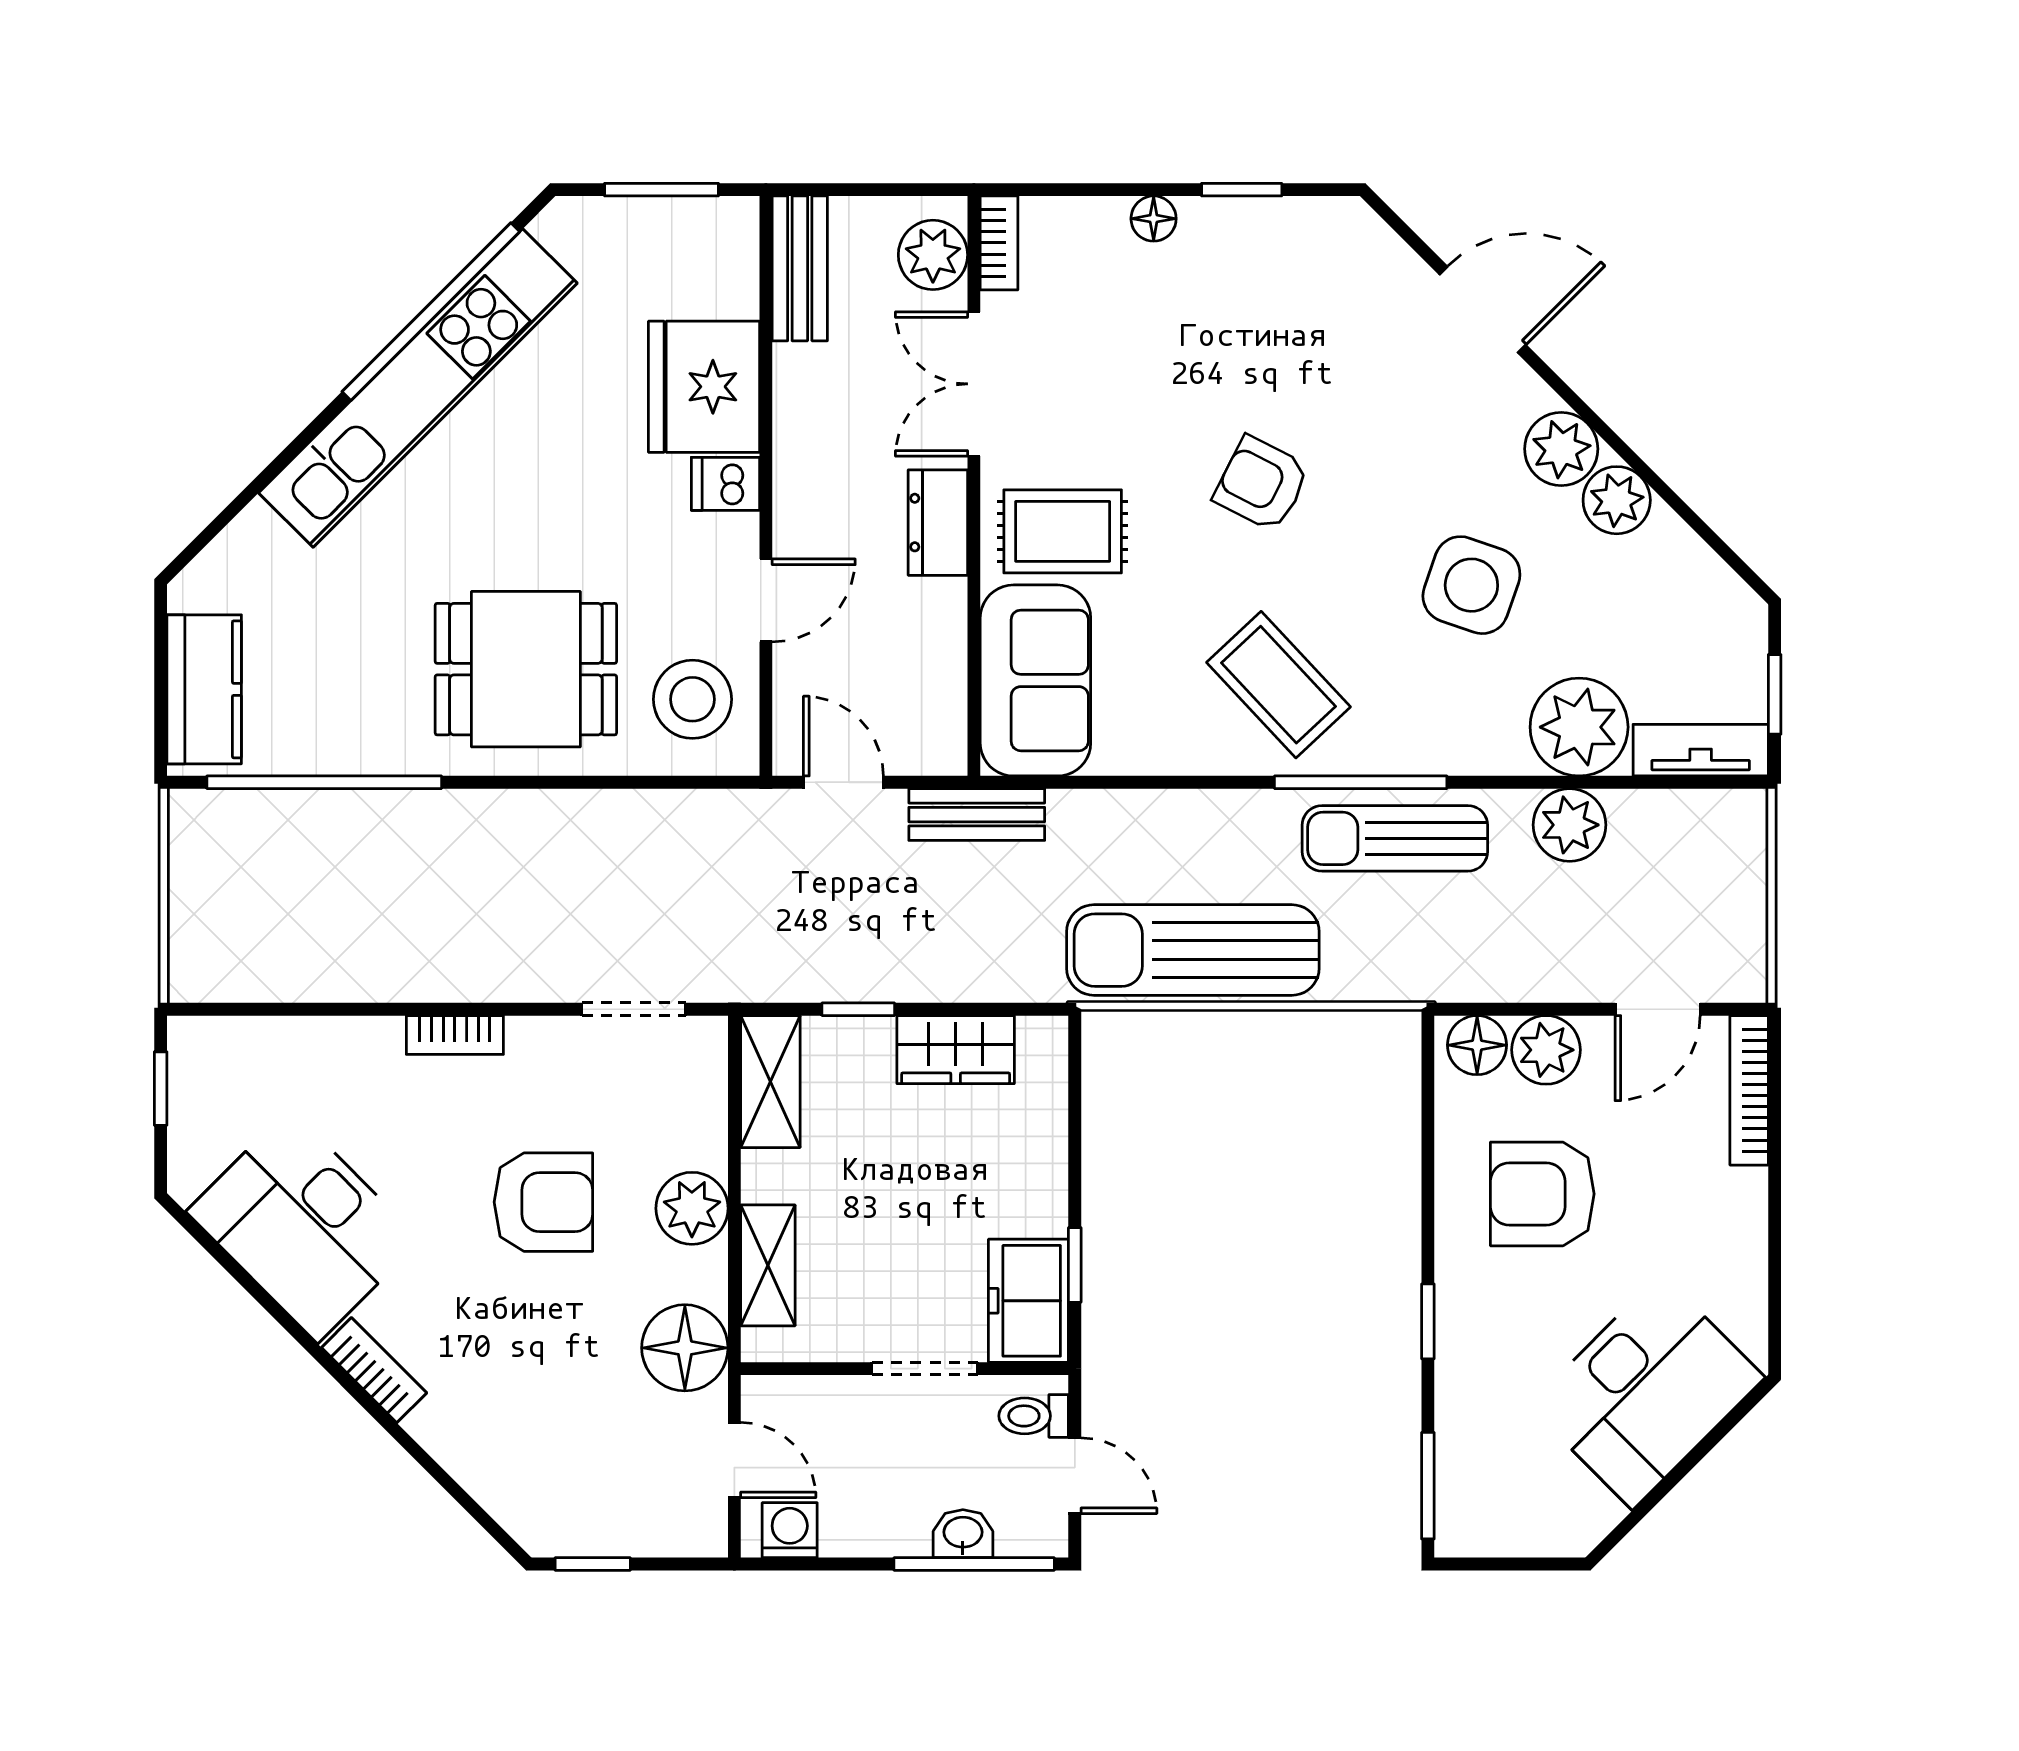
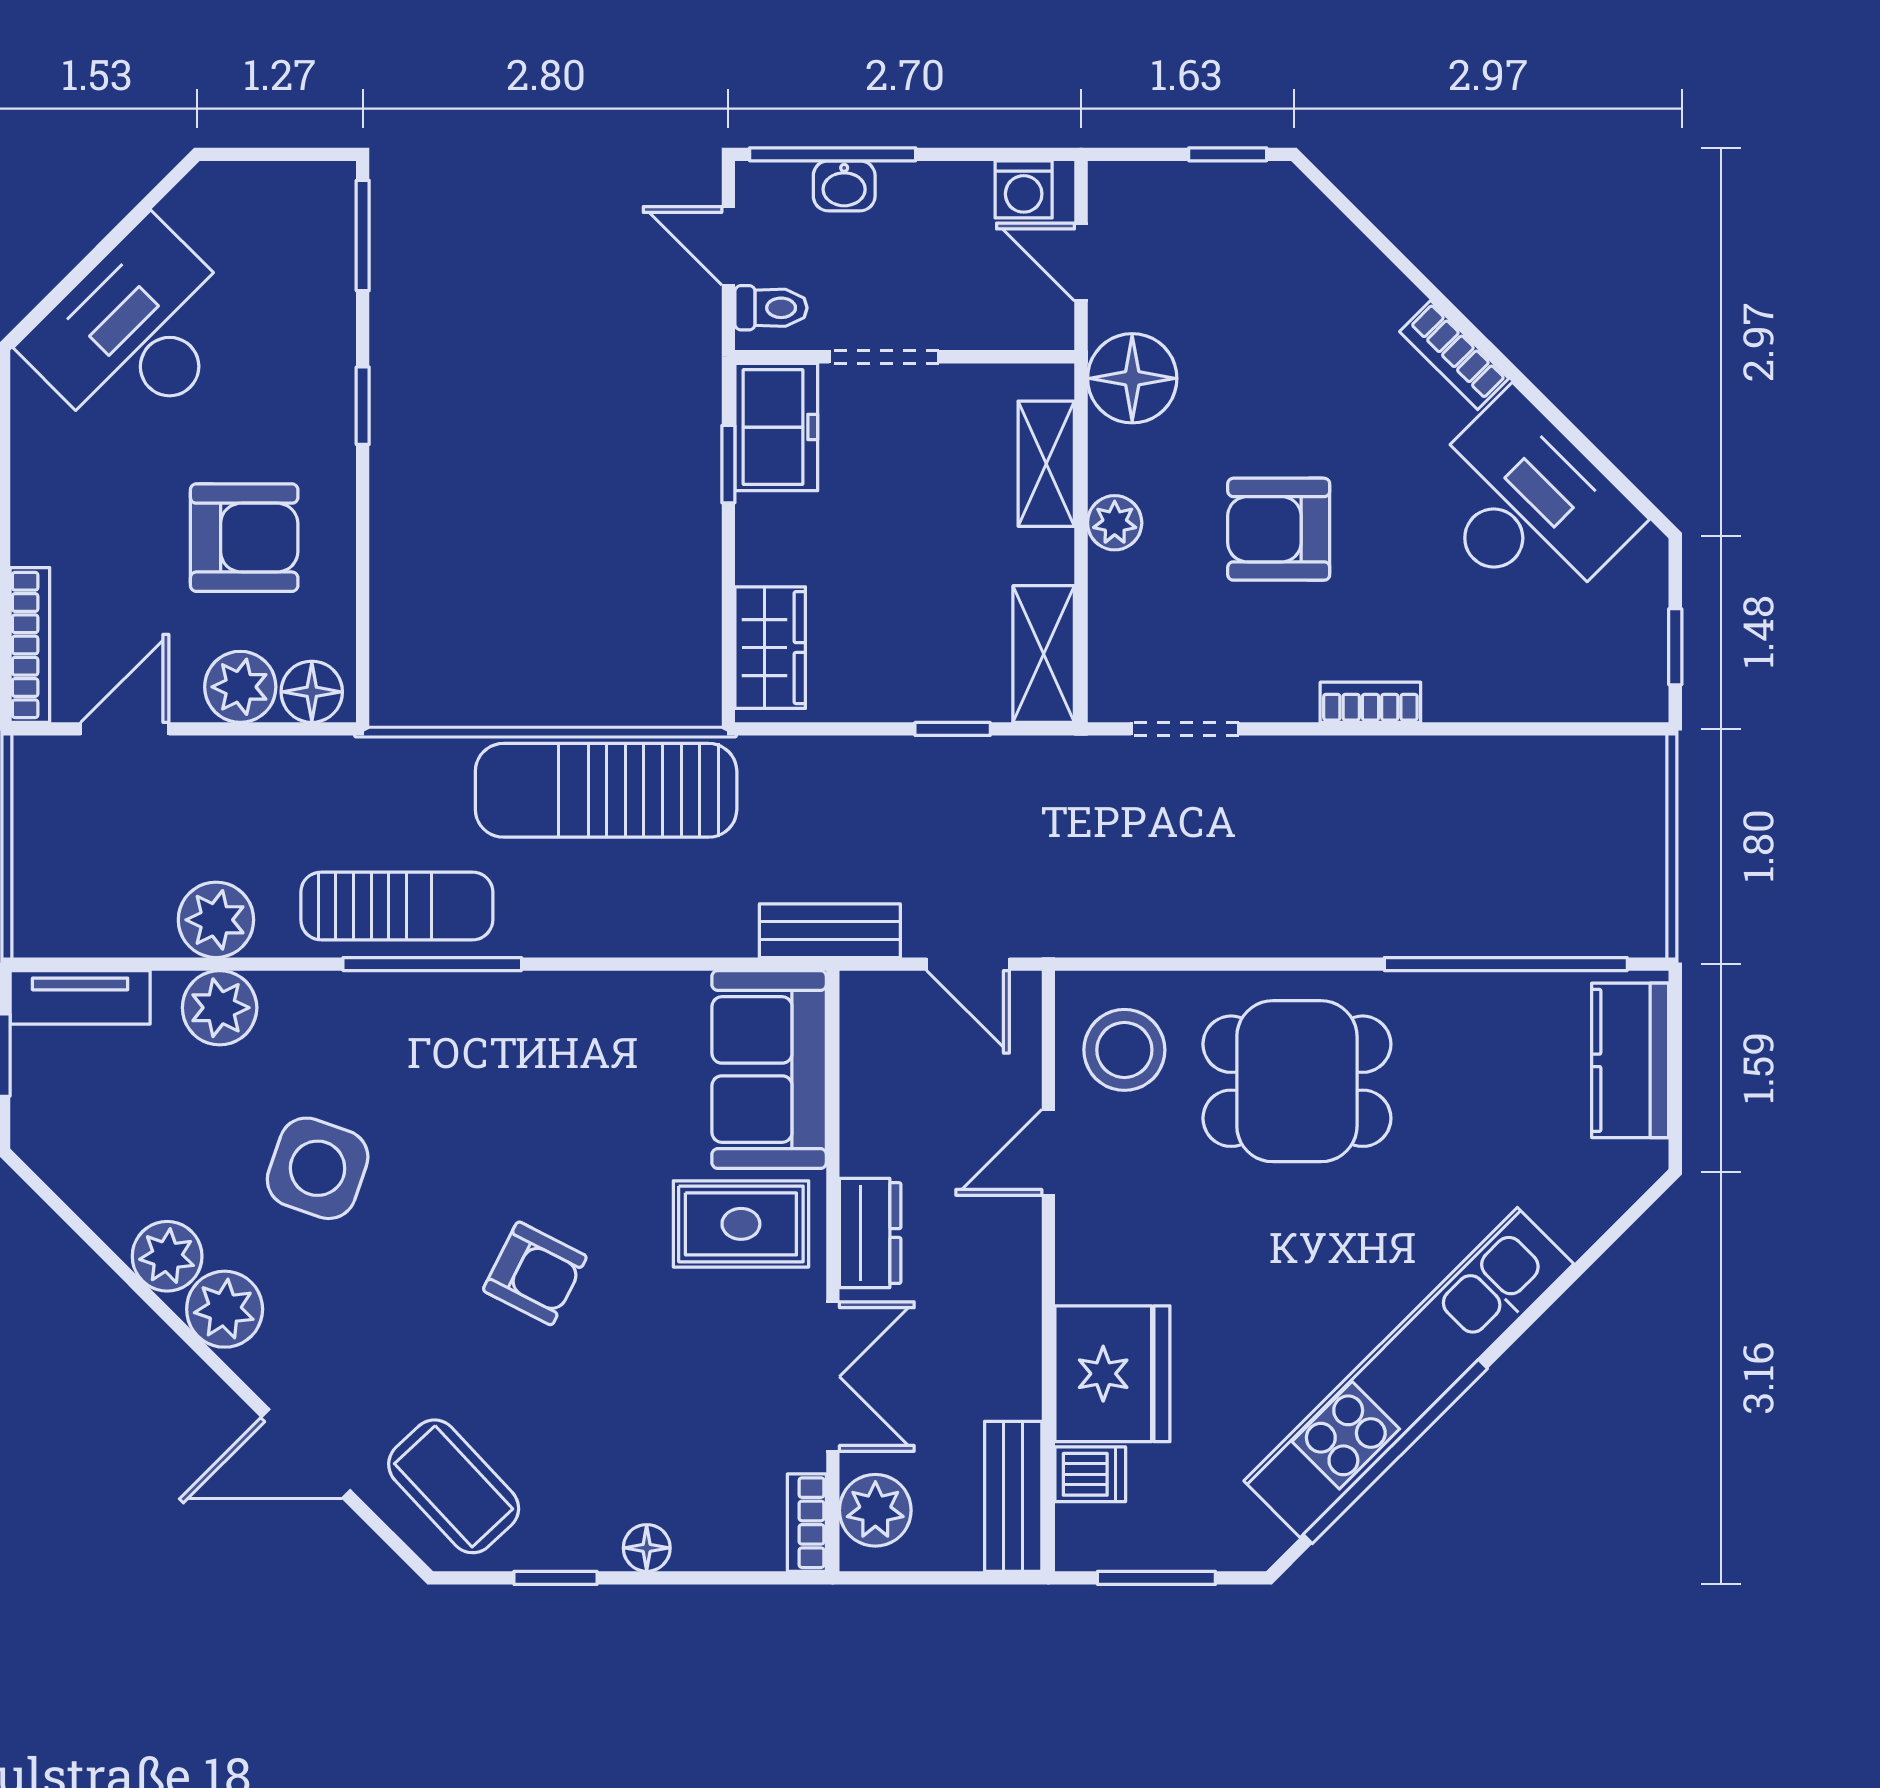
dishwasher: (725, 484) -> (1090, 1474), moved
coffee table: (1279, 685) -> (454, 1486), moved
plant: (1579, 727) -> (220, 1008), width x0.73, depth x0.73
sun lounger: (1193, 950) -> (606, 790), turned 180
wardrobe: (956, 1050) -> (770, 648), moved, turned 90
plant: (692, 1208) -> (1115, 523), width x0.73, depth x0.73

